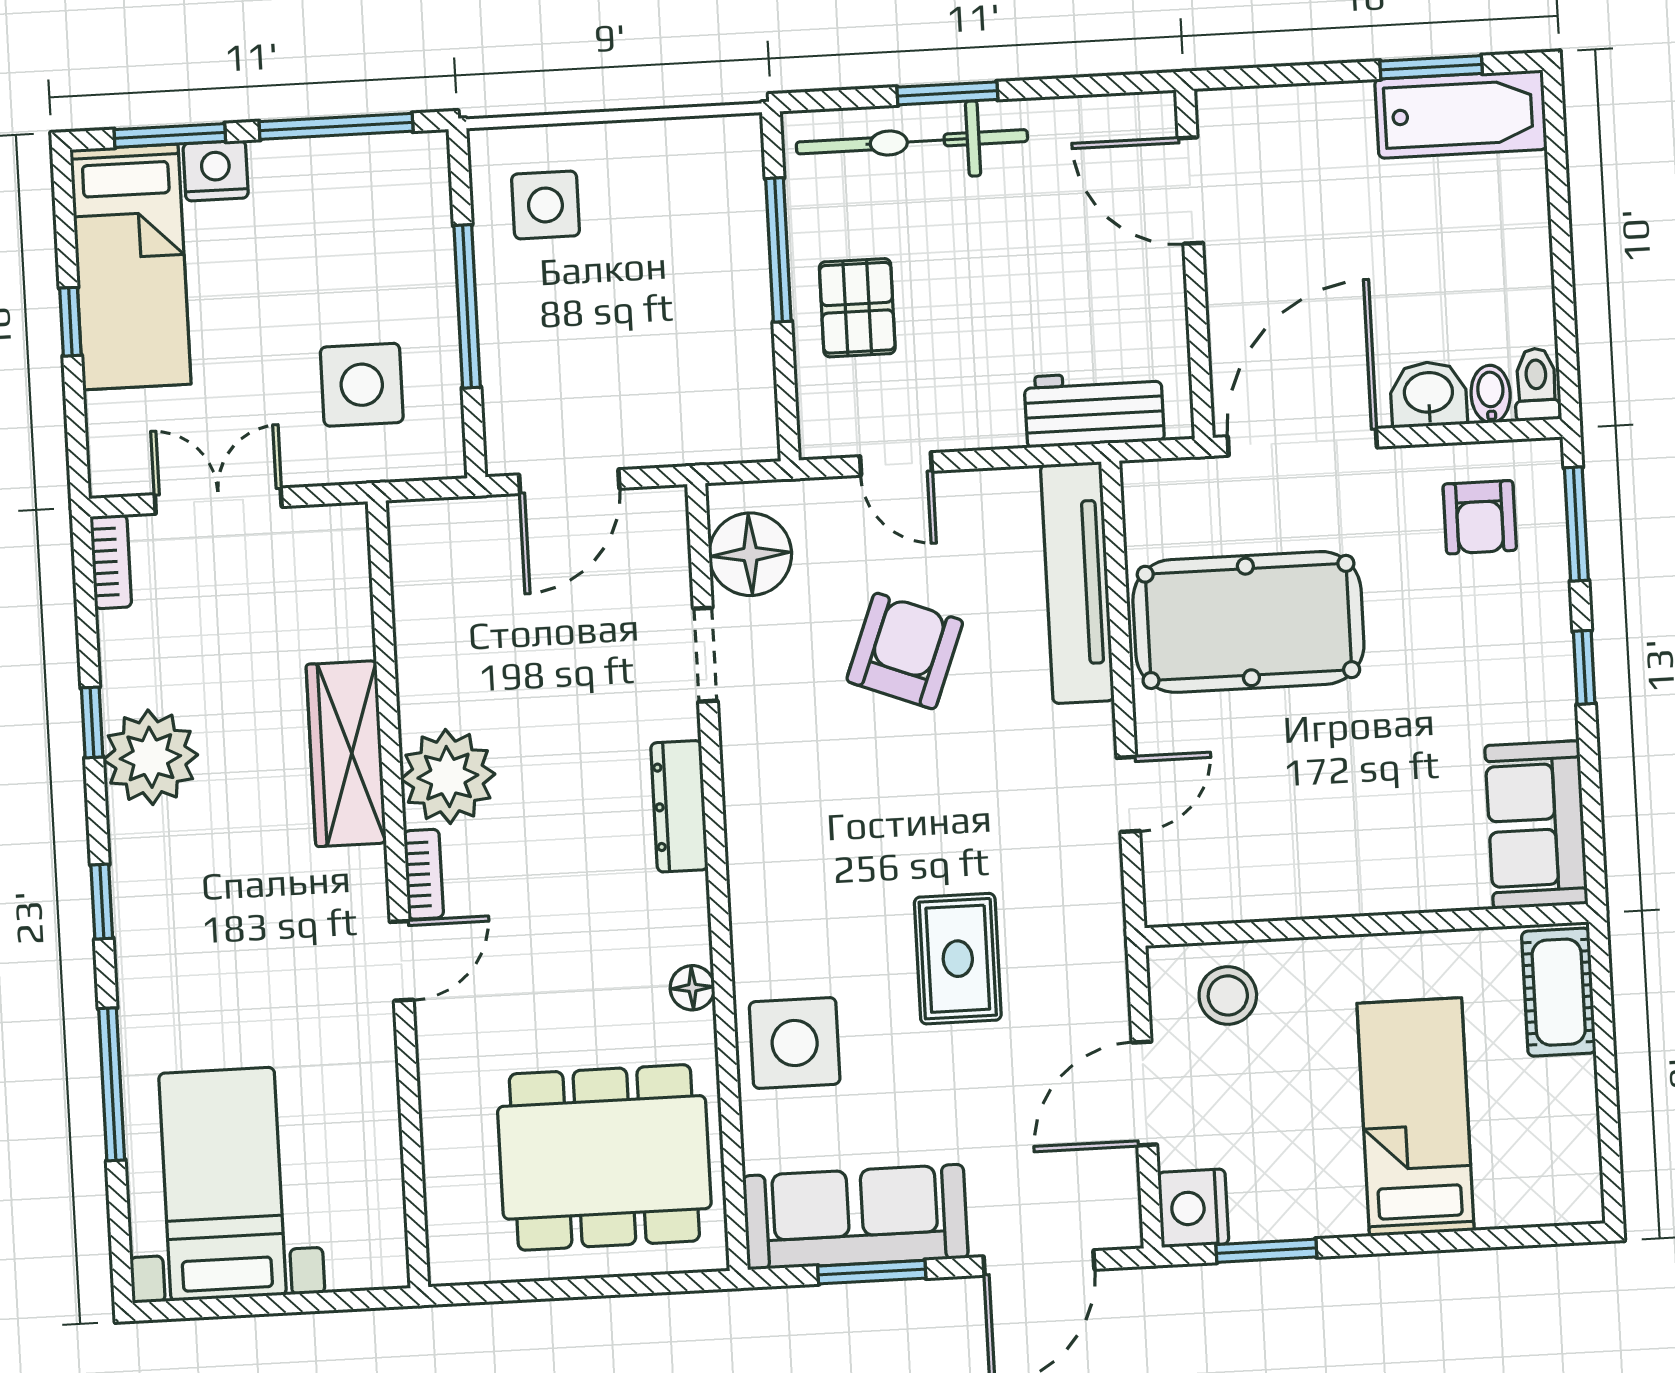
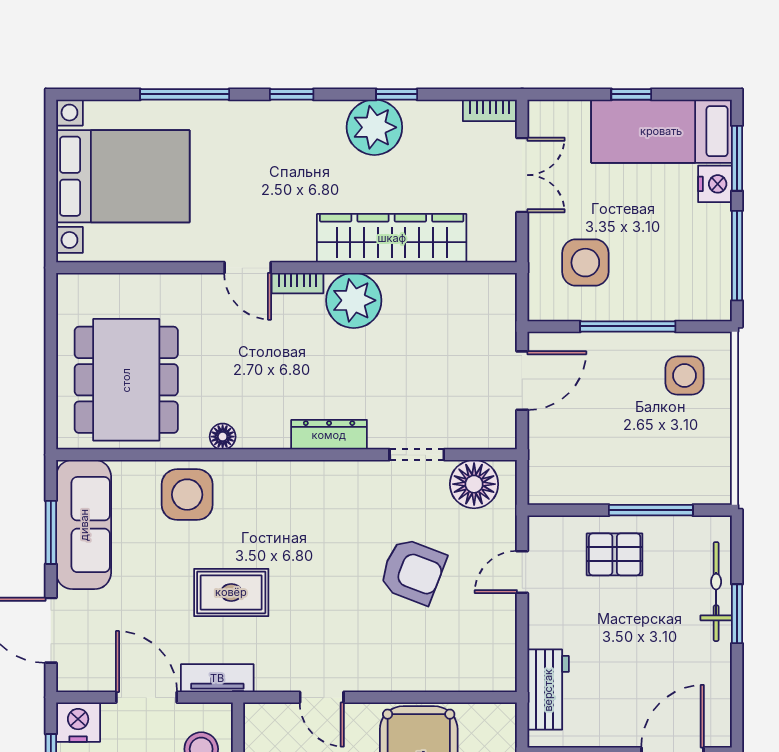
bicycle: (912, 142) -> (716, 592), width x0.73, depth x0.71
door: (569, 482) -> (522, 381), swing flipped
tv unit: (1077, 583) -> (217, 678), moved, width x0.52, depth x0.78
wardrobe: (346, 754) -> (392, 238), width x1.40, depth x1.17
bed with nightstands: (223, 1184) -> (123, 176), width x1.36

